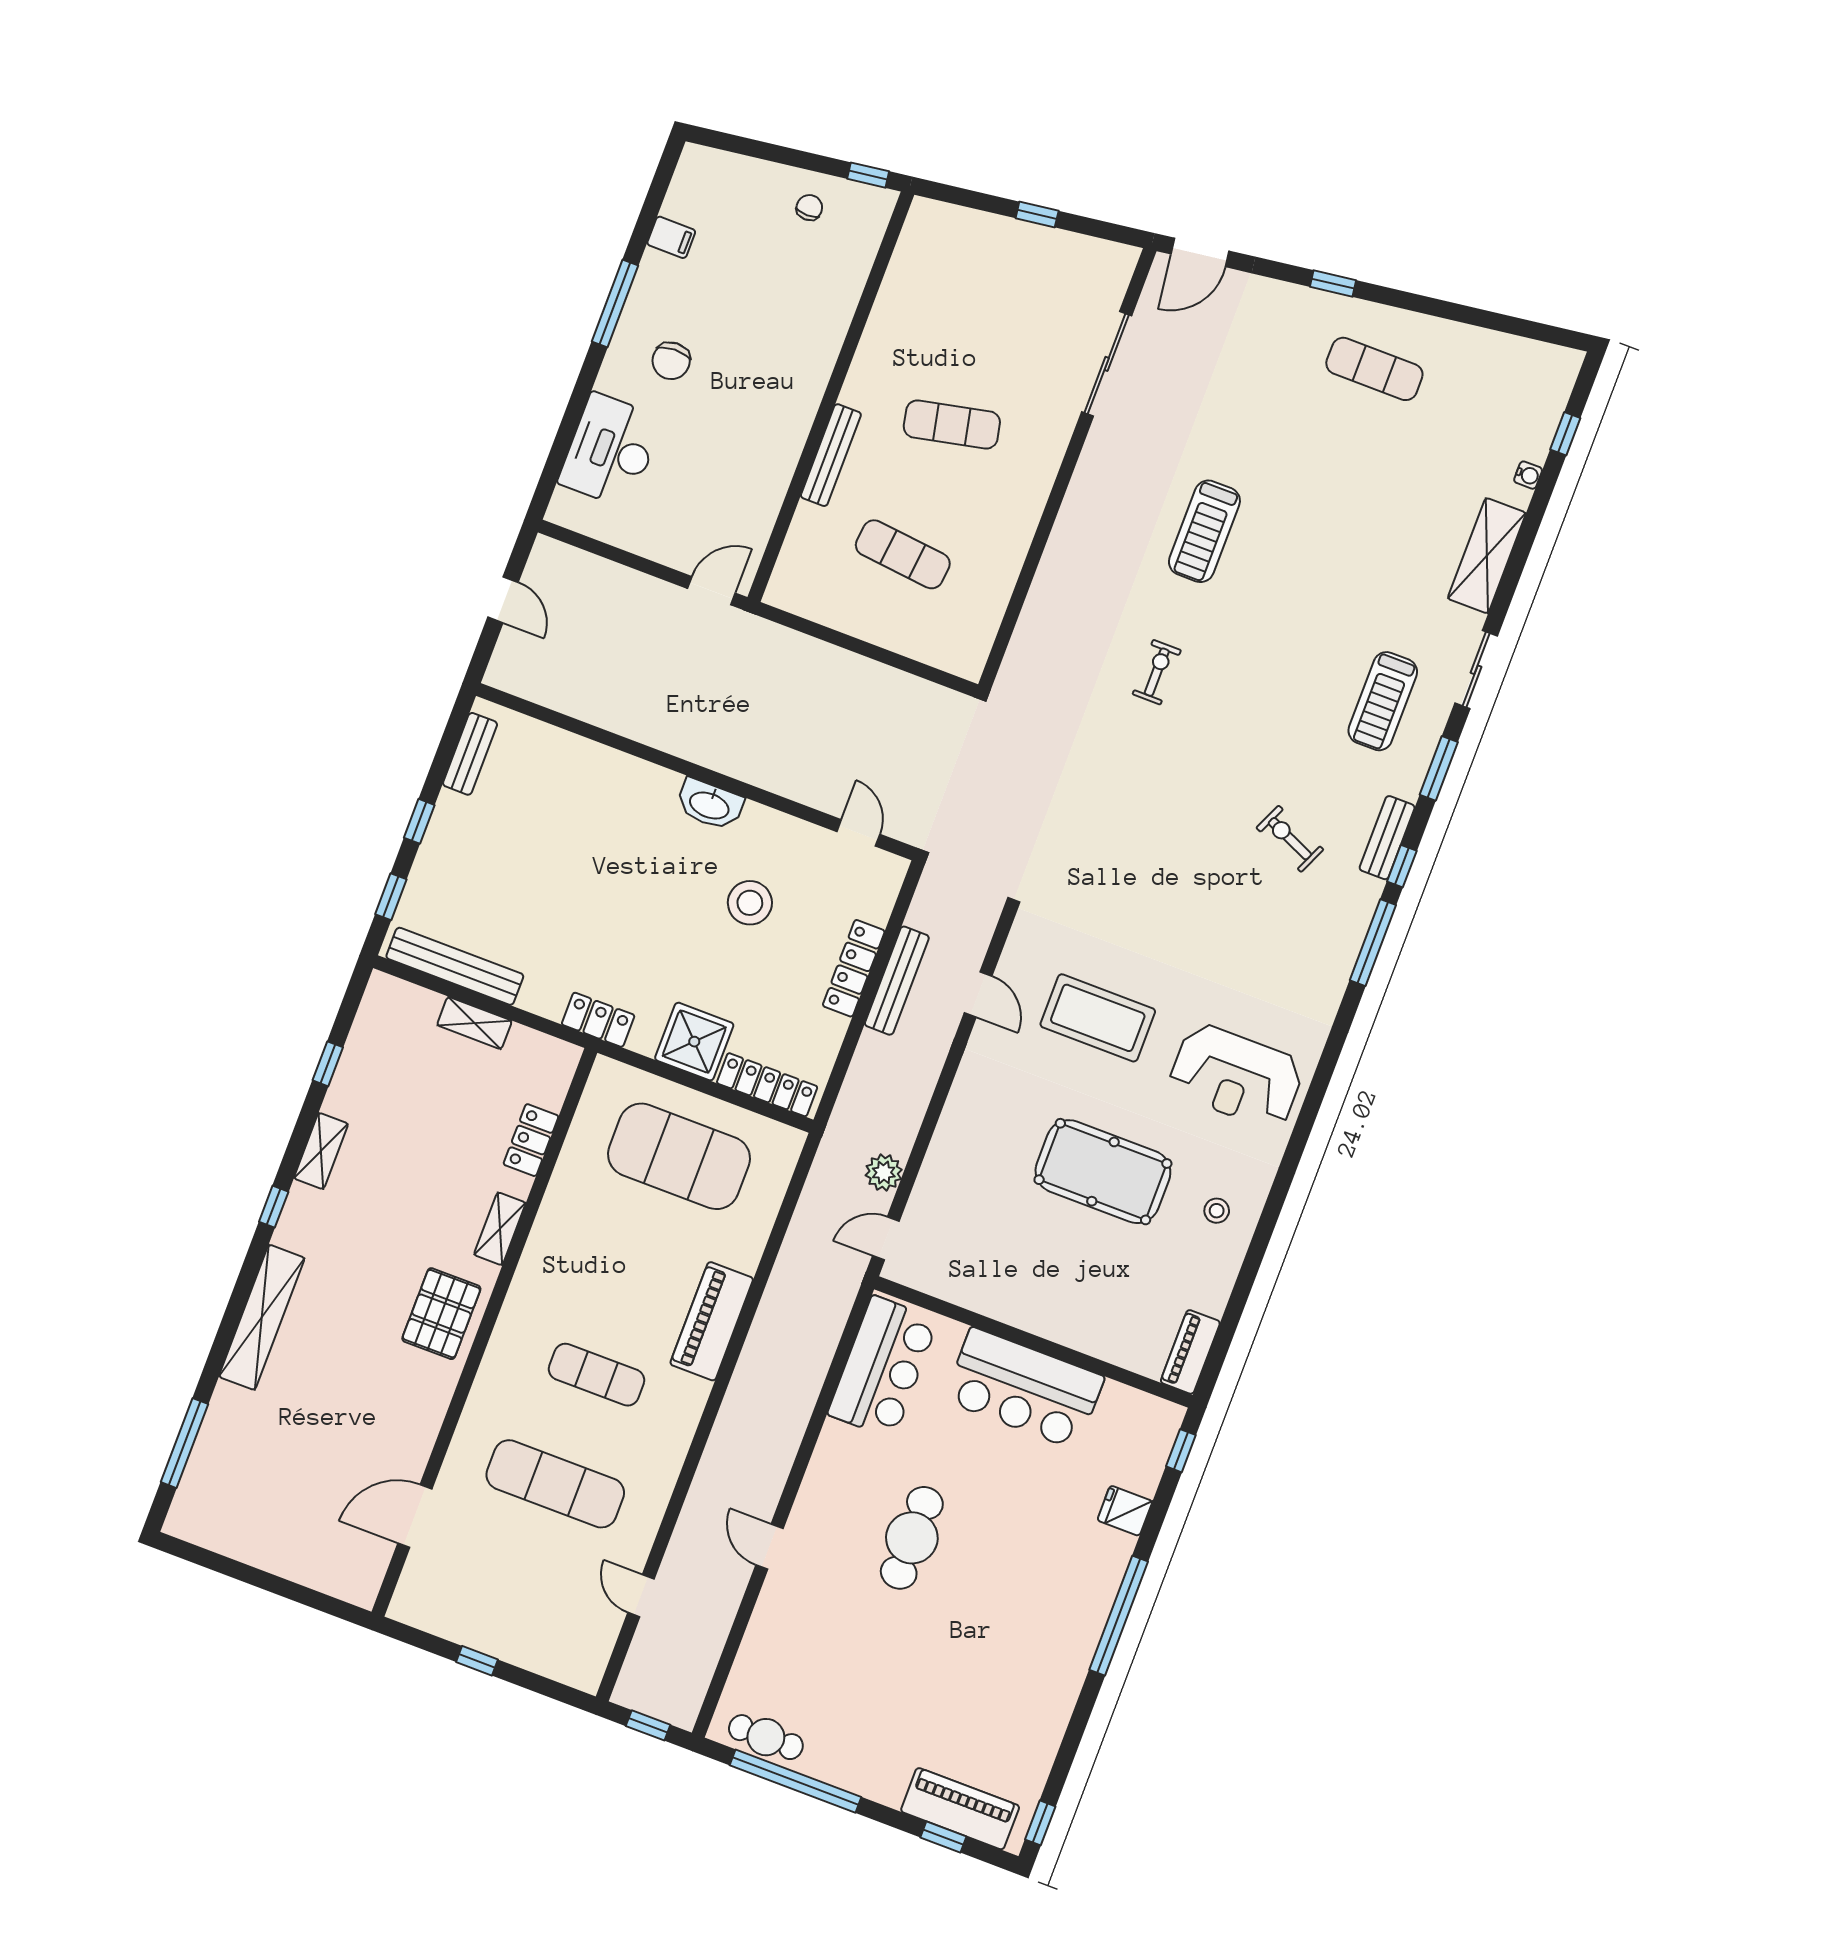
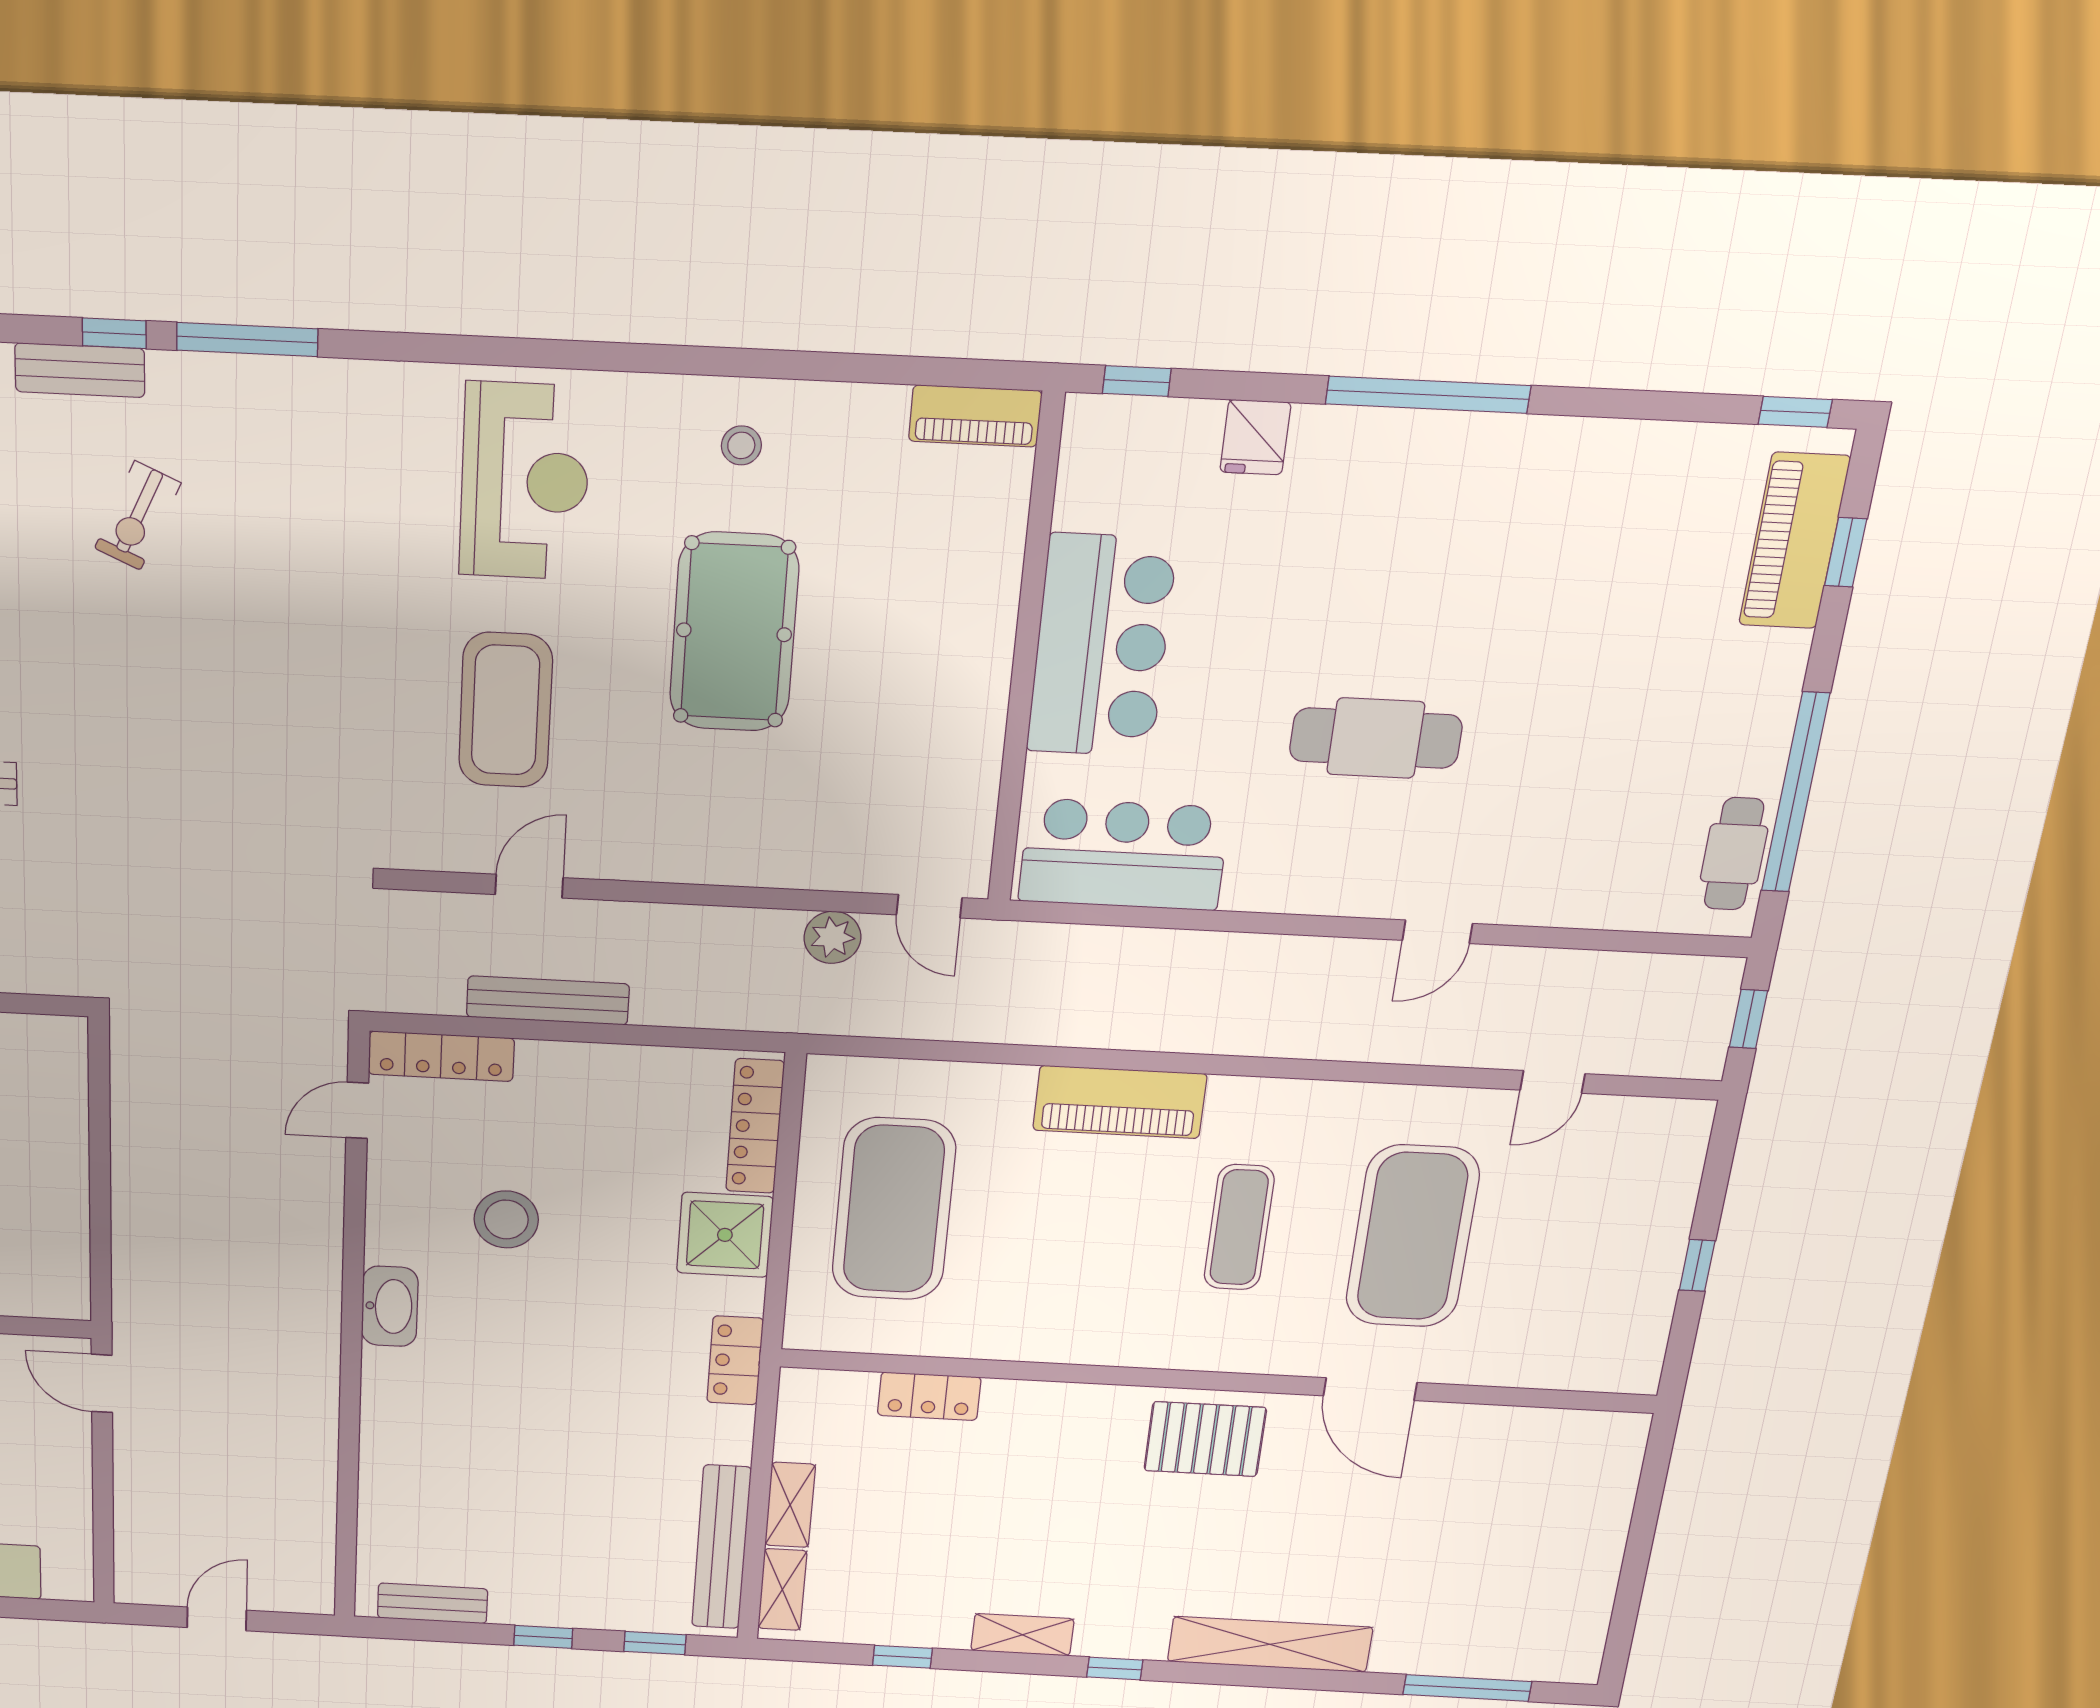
locker: (854, 968) -> (441, 1056), moved
shelving: (500, 1229) -> (782, 1590), moved, turned 90
exercise mat: (555, 1484) -> (1412, 1236), width x1.47
door: (415, 1516) -> (1370, 1389), moved

